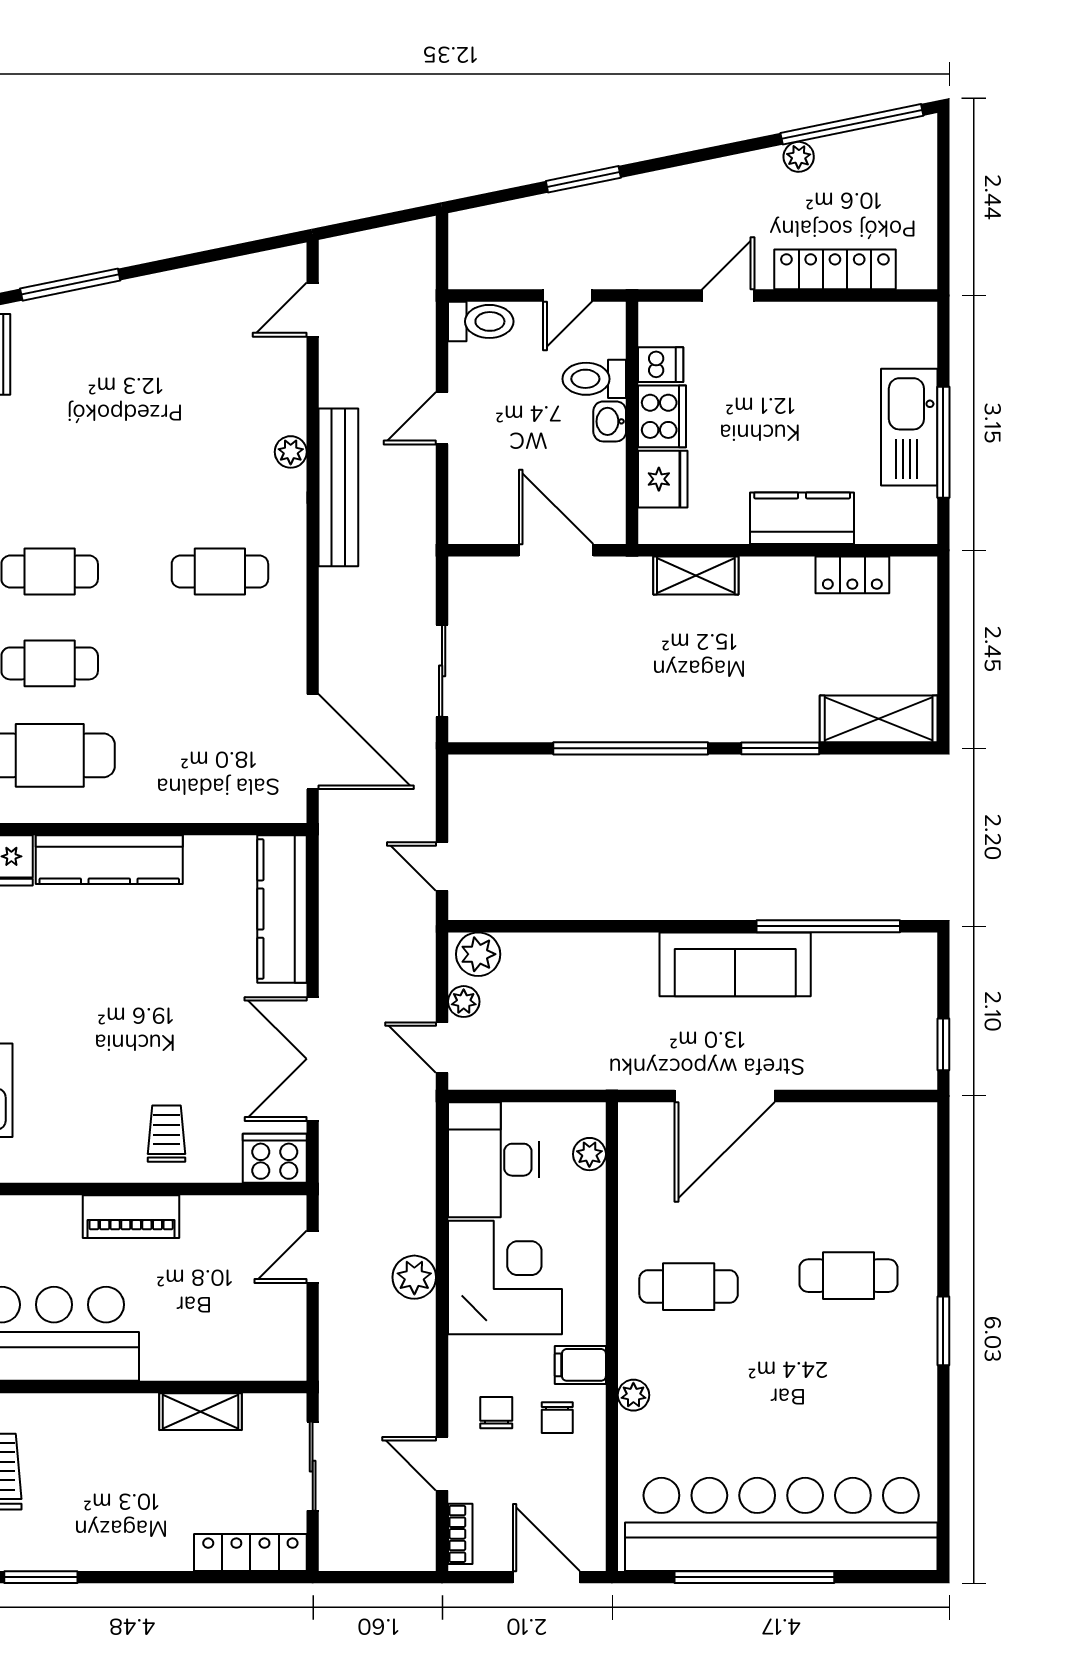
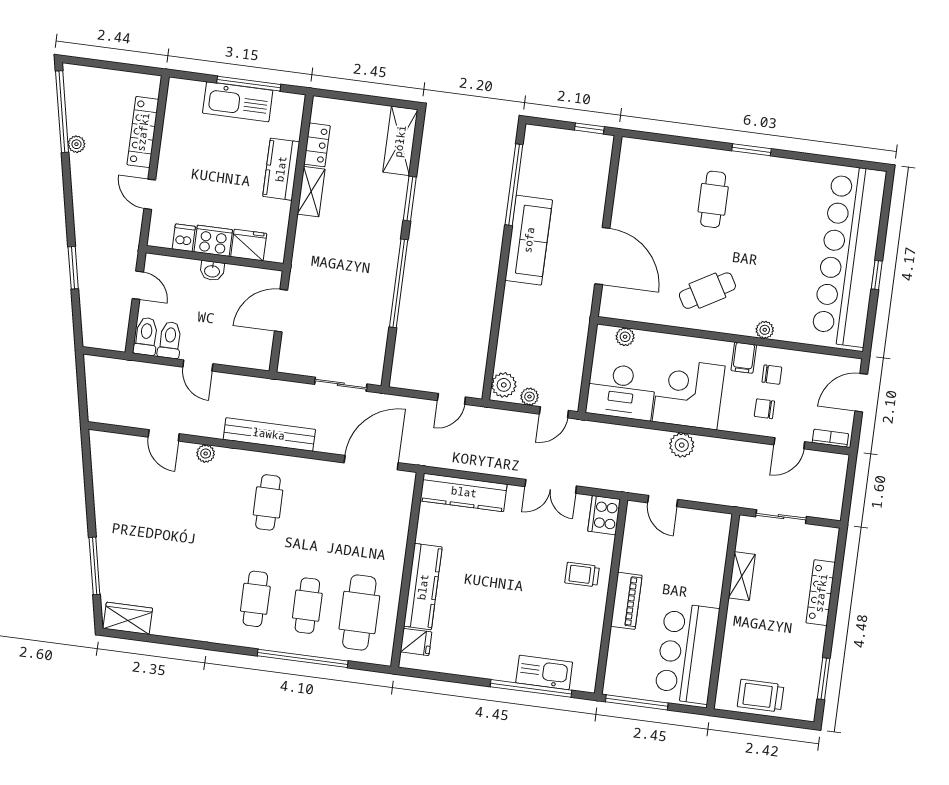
door: (313, 310) -> (164, 435), moved
toilet: (594, 379) -> (170, 340), moved, turned 180
bench: (338, 487) -> (269, 434), moved
shelving: (696, 575) -> (311, 192), moved
double door: (313, 1059) -> (551, 486), width x0.73
cafe table: (689, 1287) -> (707, 291), turned 60
locker: (250, 1552) -> (821, 593), moved
window: (754, 1577) -> (877, 275), width x0.32

